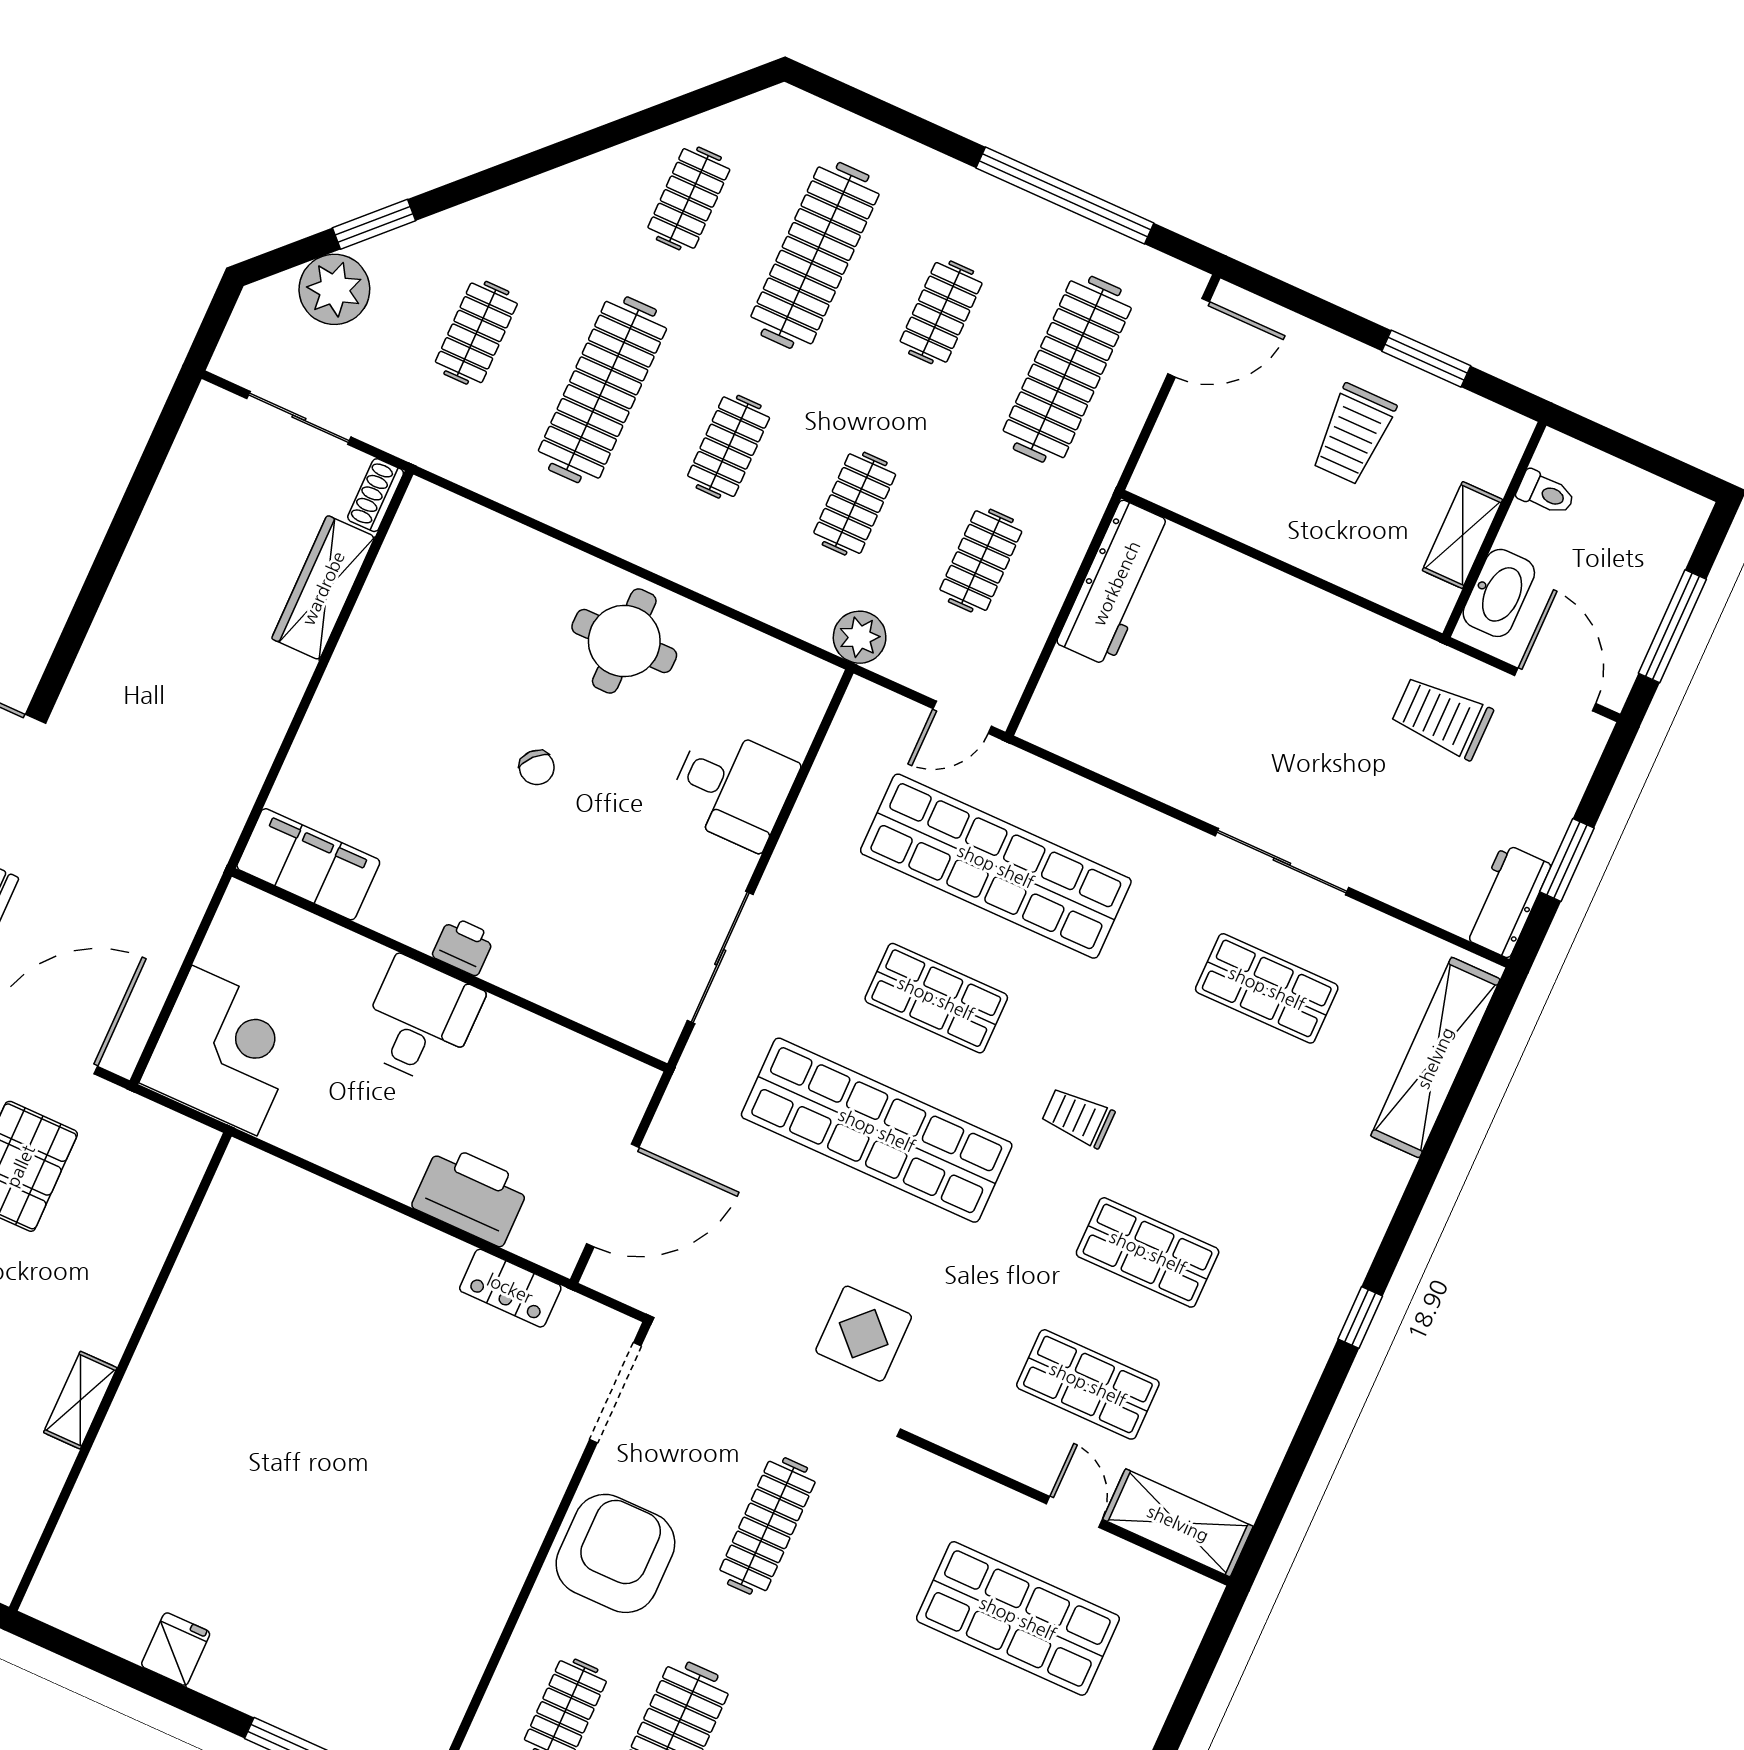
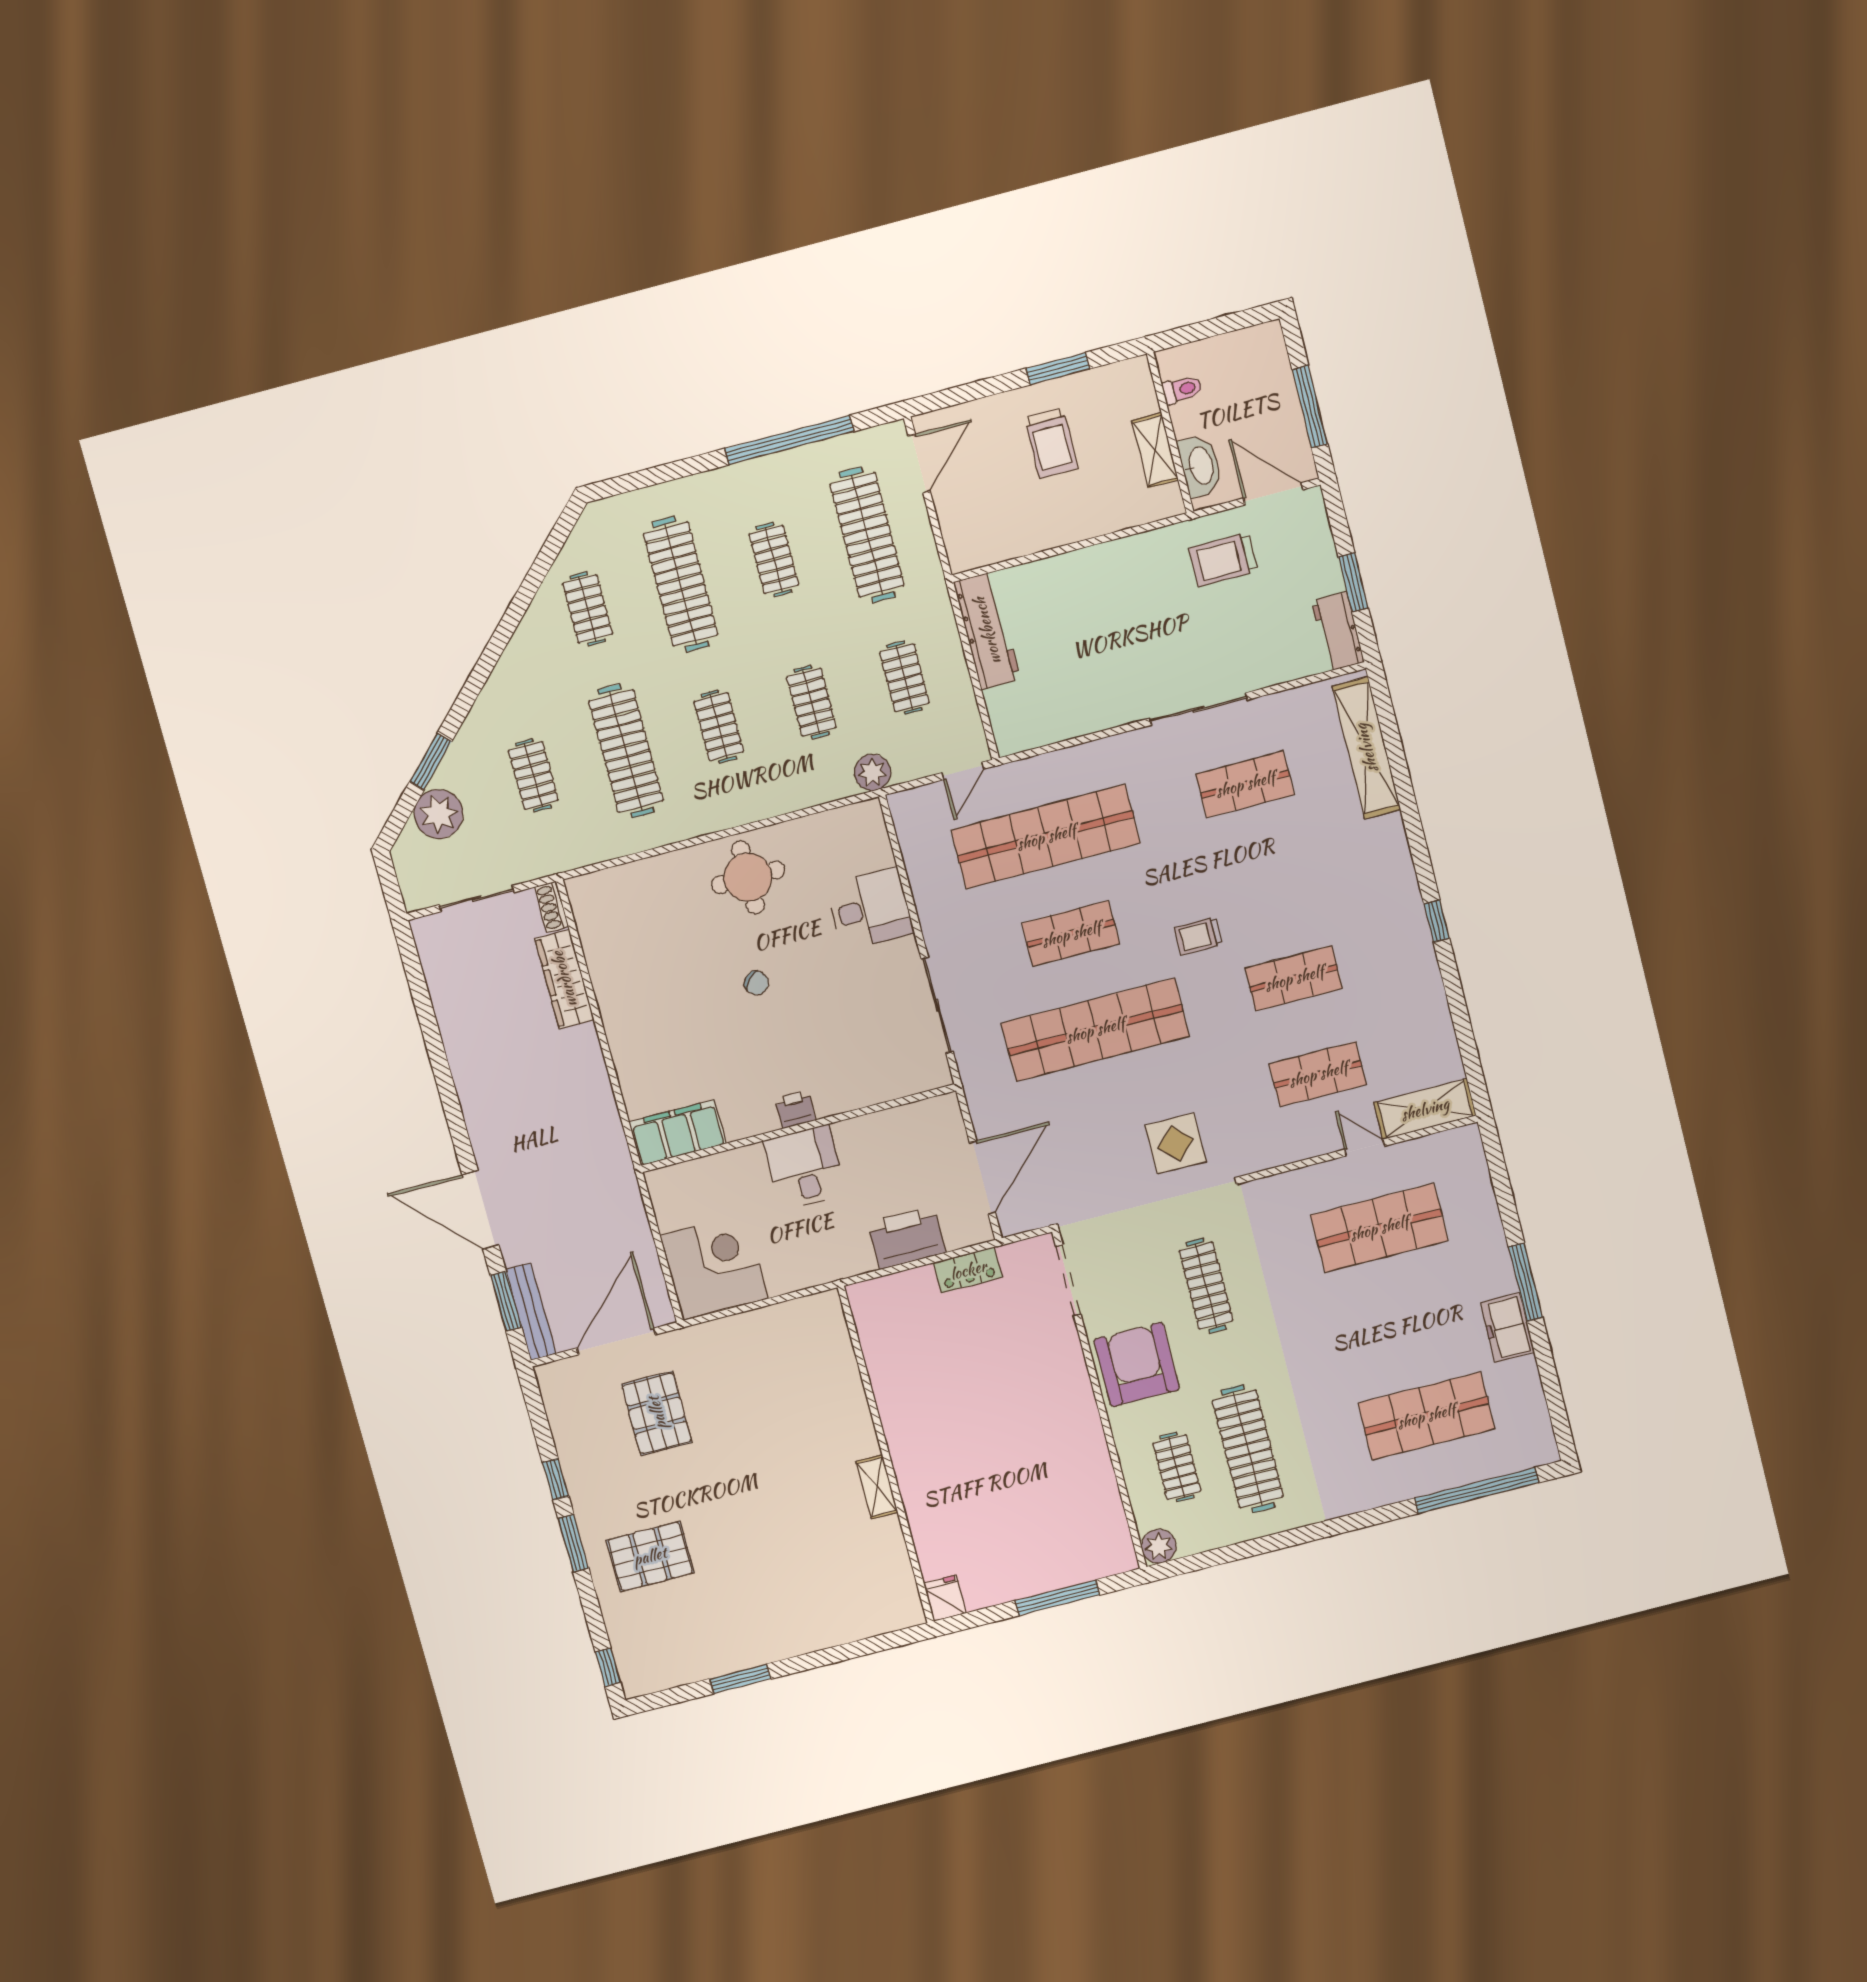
wall: (120, 1372) -> (886, 1455), moved
shelving: (80, 1400) -> (877, 1487), moved

